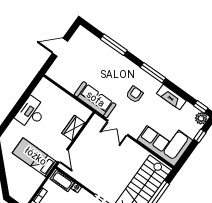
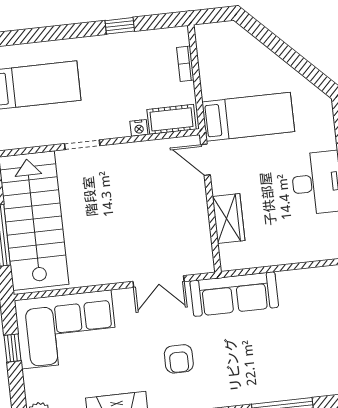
double door: (118, 128) -> (159, 281), swing flipped
window: (200, 136) -> (12, 348), moved

